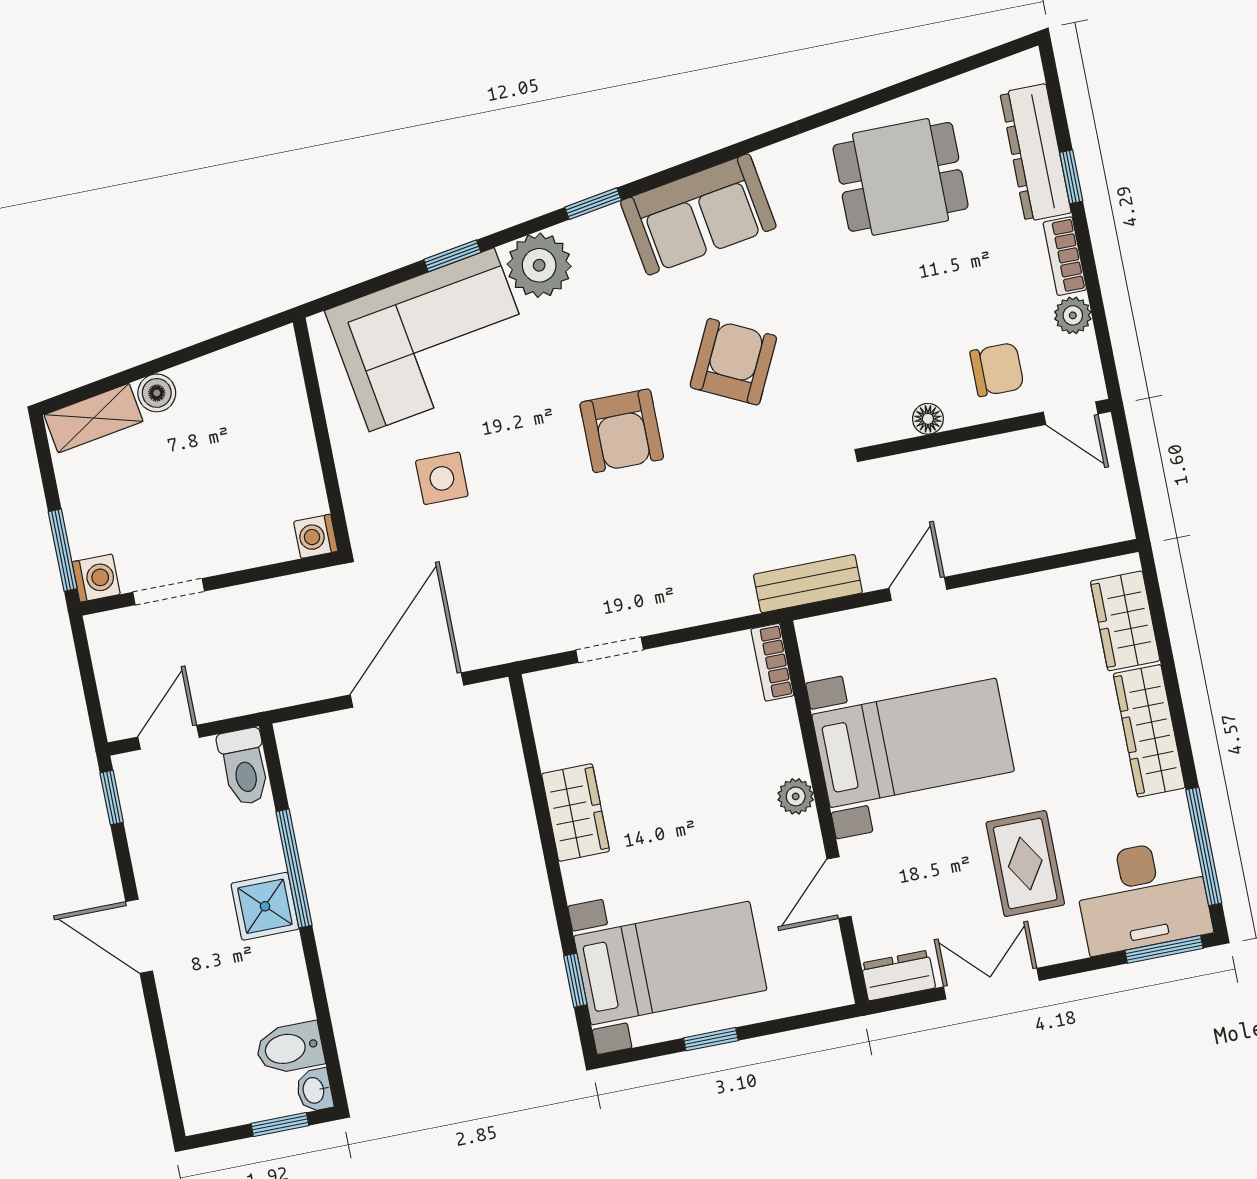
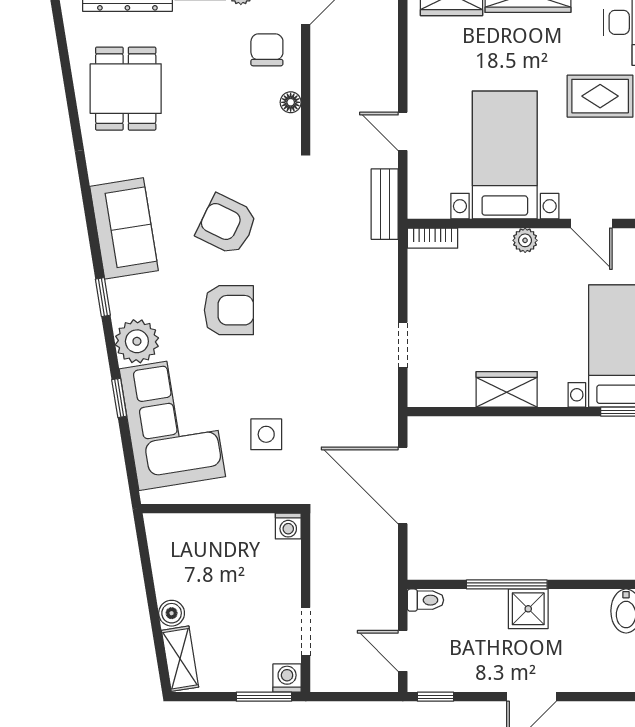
armchair: (622, 431) -> (229, 310), moved
toilet: (244, 767) -> (425, 600), width x0.73, depth x0.72

